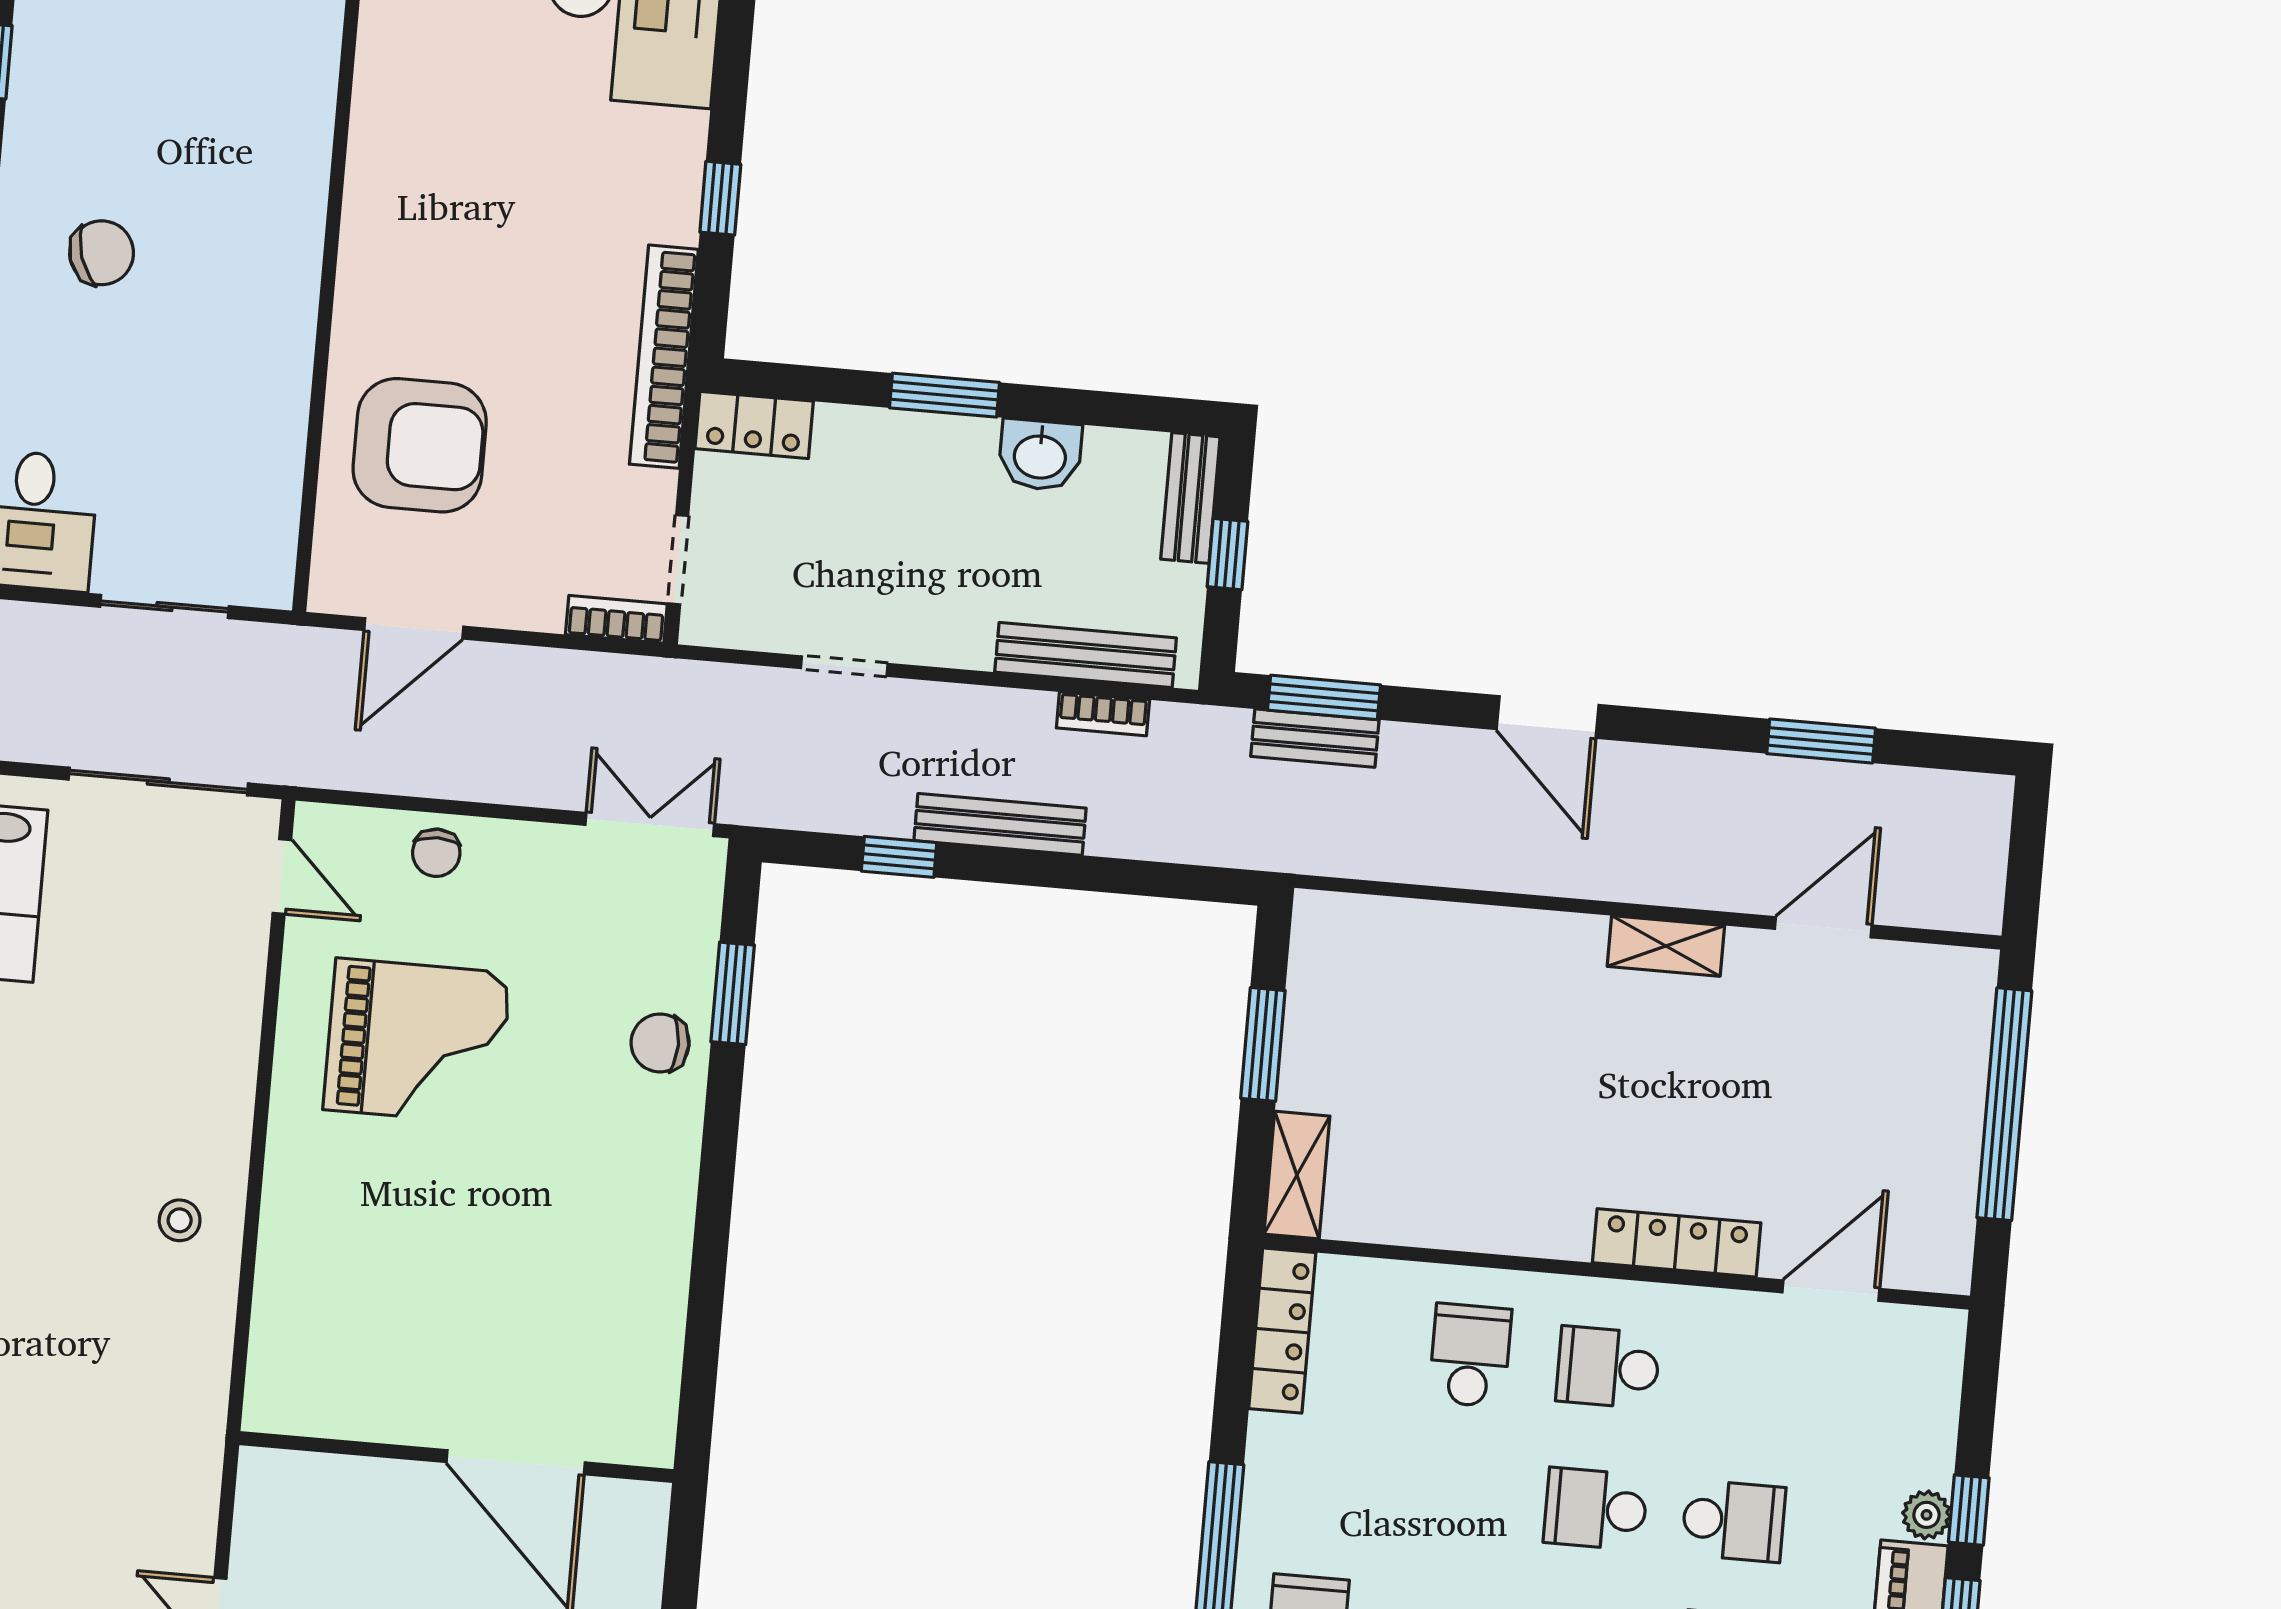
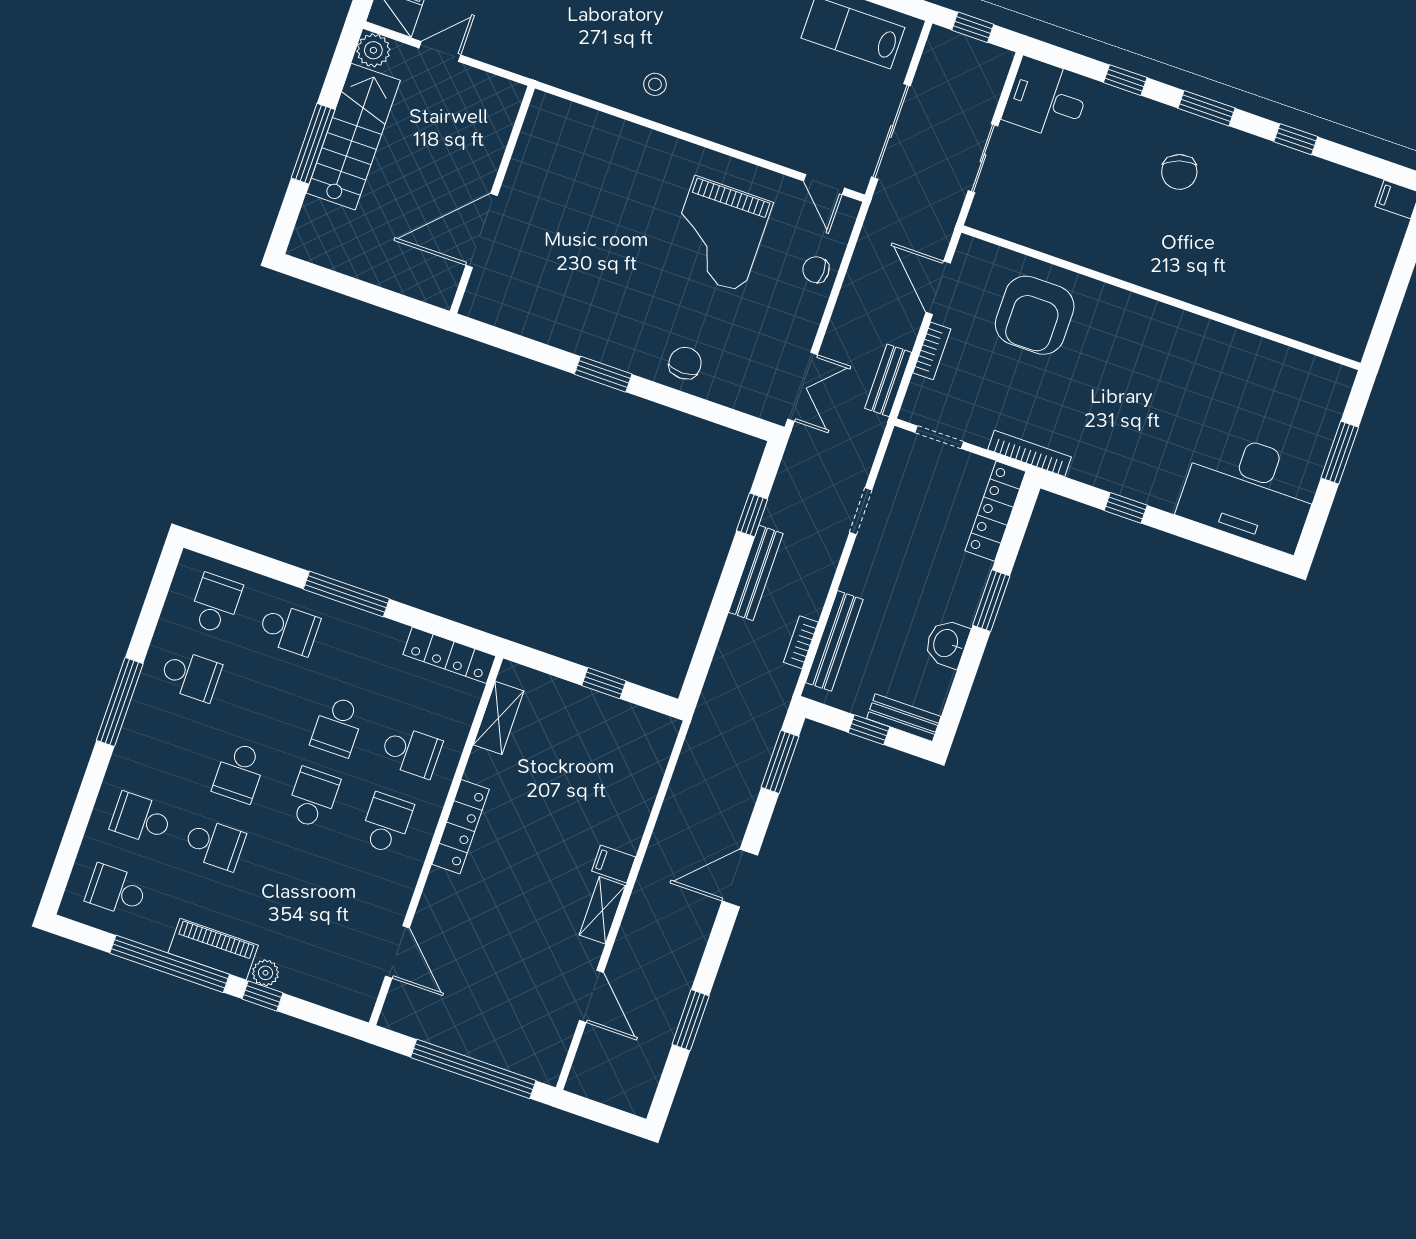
bookcase: (664, 357) -> (1030, 453), width x0.68, depth x0.76
locker: (754, 425) -> (995, 511), width x1.53
bookcase: (616, 619) -> (932, 351), moved
bench: (1315, 738) -> (888, 380), moved
door: (282, 876) -> (824, 184), hinge flipped
filing cabinet: (1579, 947) -> (614, 864), added
window: (733, 993) -> (603, 374), moved
window: (1263, 1044) -> (604, 683), width x0.67
shelving: (1297, 1175) -> (499, 718), moved, turned 90
locker: (1677, 1243) -> (461, 827), moved
school desk: (1734, 1521) -> (338, 726), moved

